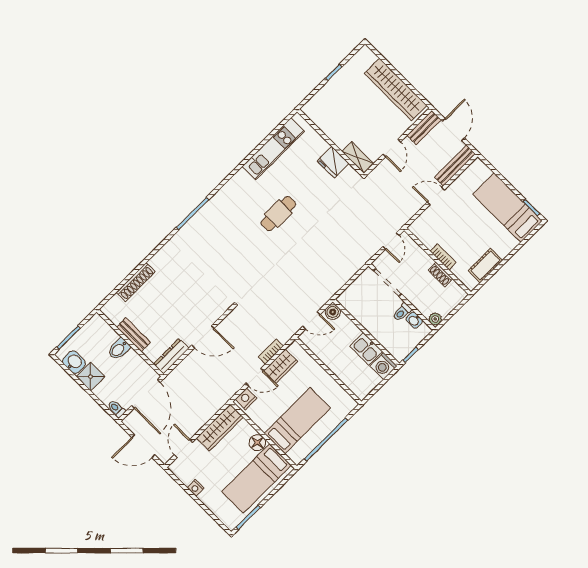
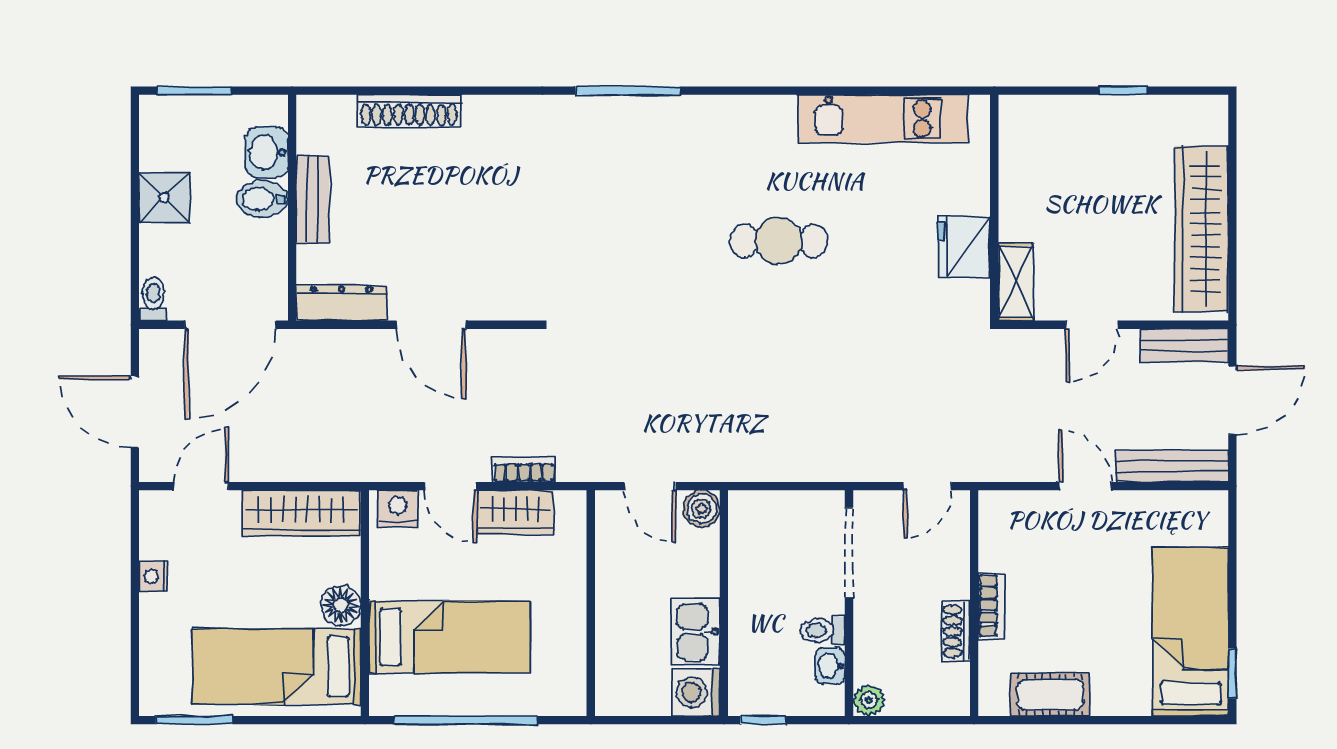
washbasin: (74, 362) -> (267, 152), moved, turned 180

